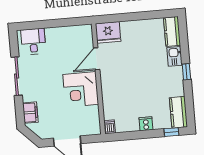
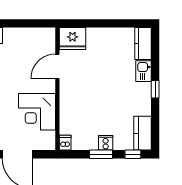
corner desk: (81, 89) -> (37, 112), moved
window: (143, 134) -> (101, 154), added

